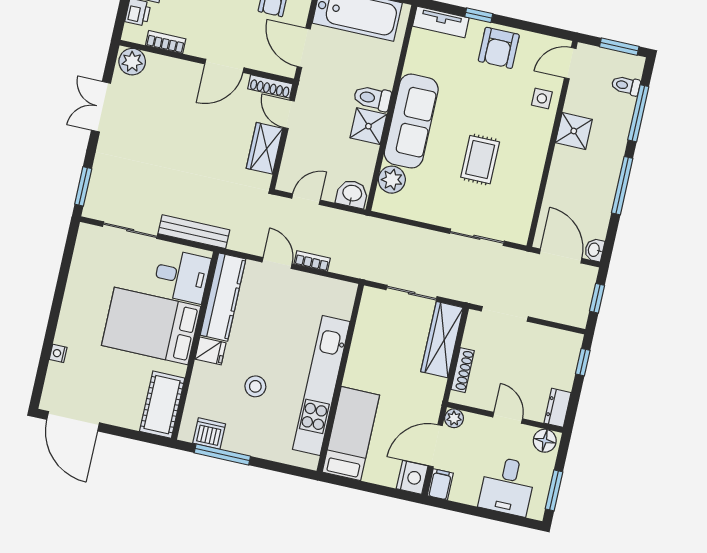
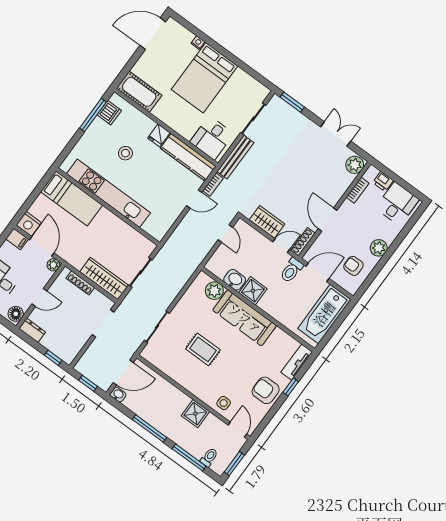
toilet: (372, 98) -> (291, 270), moved, turned 180
washbasin: (352, 194) -> (235, 280), moved, turned -90
bookcase: (312, 261) -> (213, 184), moved
bed: (151, 326) -> (204, 78), moved, turned 180

